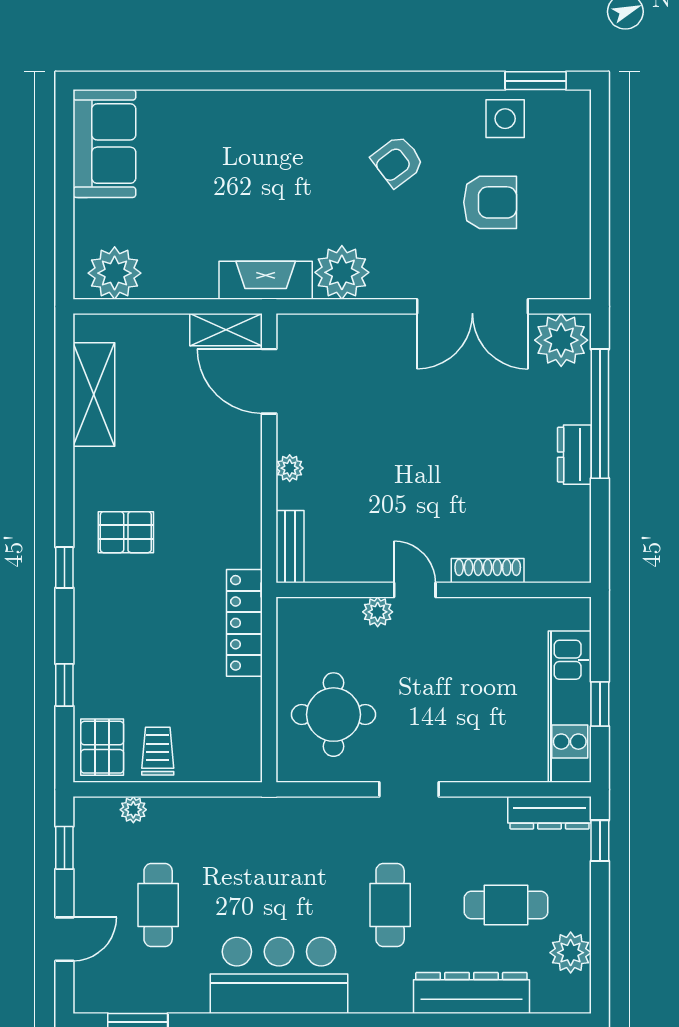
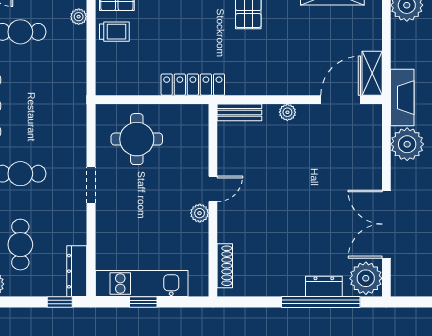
dresser: (574, 455) -> (324, 286), moved
shoe rack: (488, 571) -> (225, 266), moved
plant: (378, 612) -> (200, 213), moved

